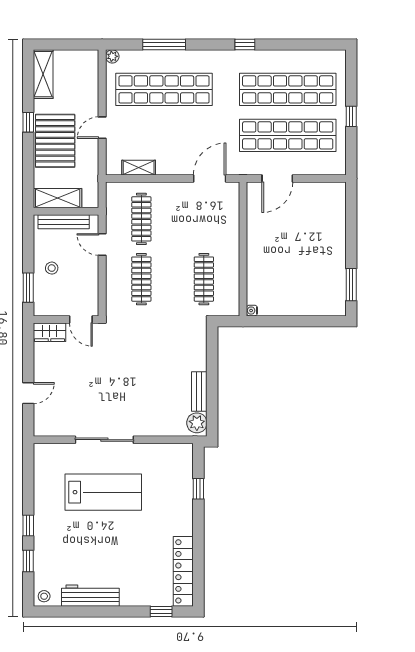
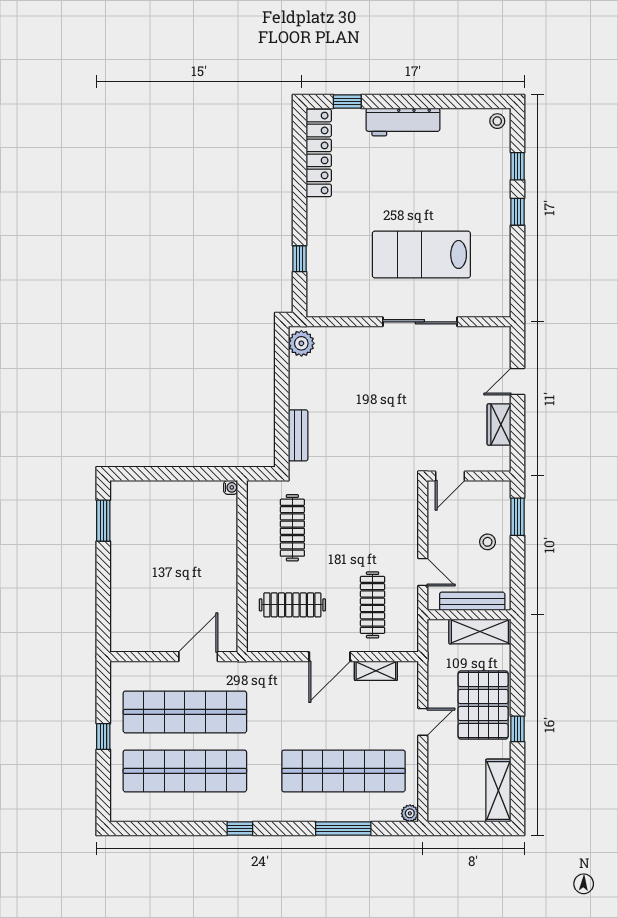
door: (210, 179) -> (330, 657), moved
clothes rail: (141, 279) -> (292, 605), moved, turned 90
door: (81, 319) -> (450, 476), swing flipped
wardrobe: (49, 332) -> (499, 424), moved, turned -90
bench: (199, 391) -> (298, 435), moved
workbench: (90, 596) -> (403, 122), moved

